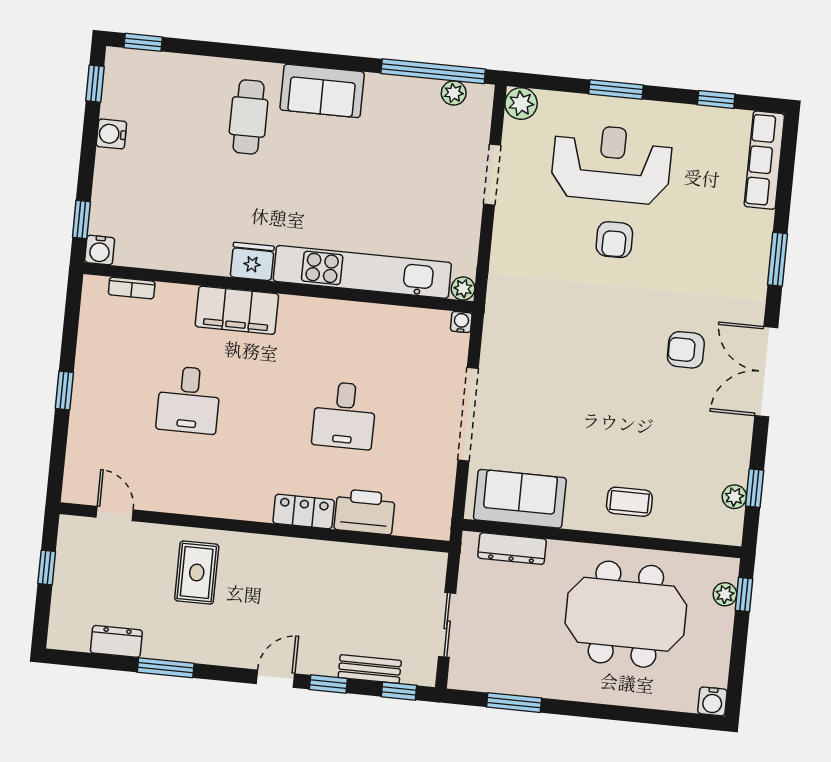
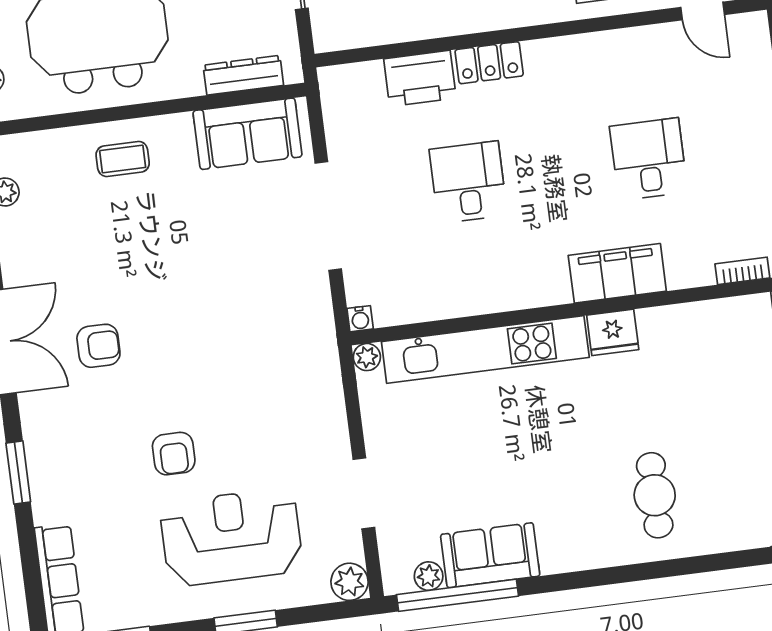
sofa: (322, 91) -> (490, 555), moved
reception desk: (612, 164) -> (231, 537), turned 180
armchair: (614, 240) -> (174, 454), moved, turned 180

